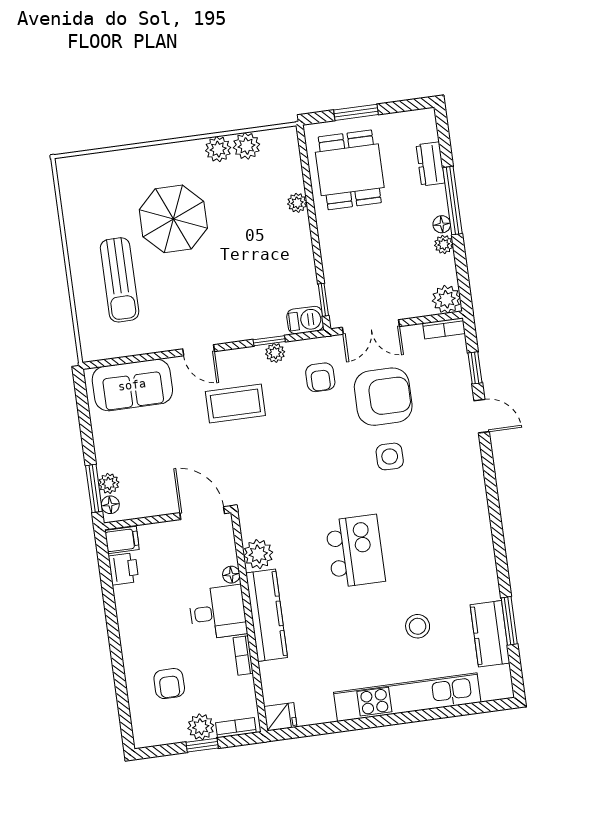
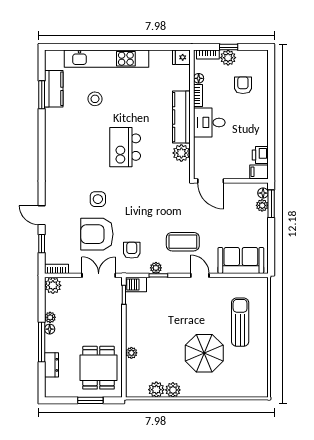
floor lamp: (231, 575) -> (199, 78), moved

